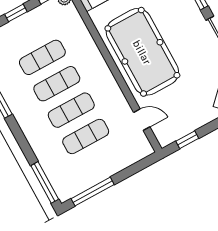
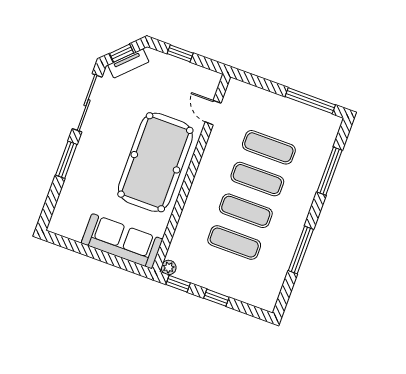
window: (187, 140) -> (180, 53), moved
window: (45, 182) -> (330, 171), moved

